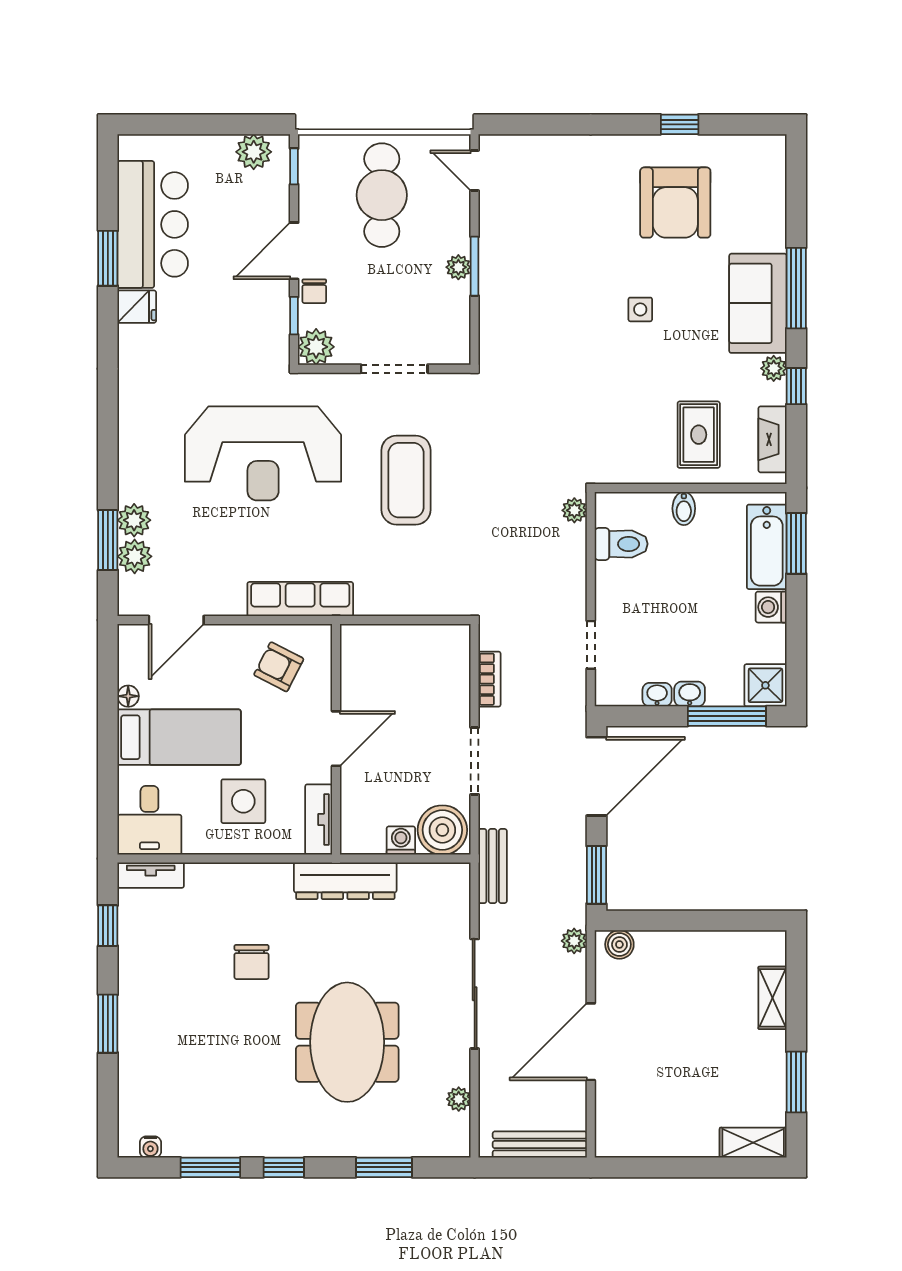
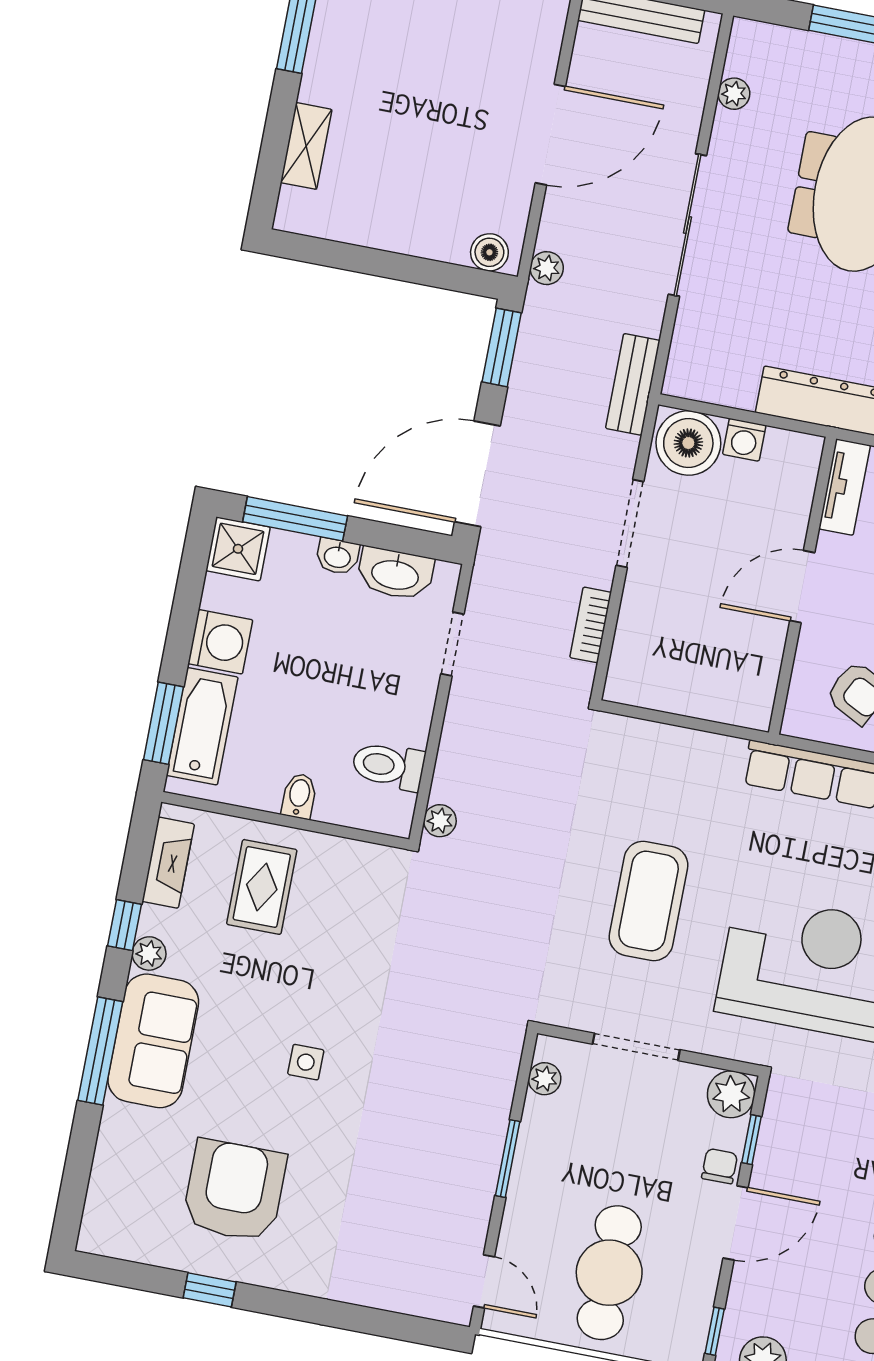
plant: (458, 267) -> (545, 1079), moved
washing machine: (771, 607) -> (220, 642), width x1.38, depth x1.38
washbasin: (657, 695) -> (395, 574), width x1.91, depth x1.45

